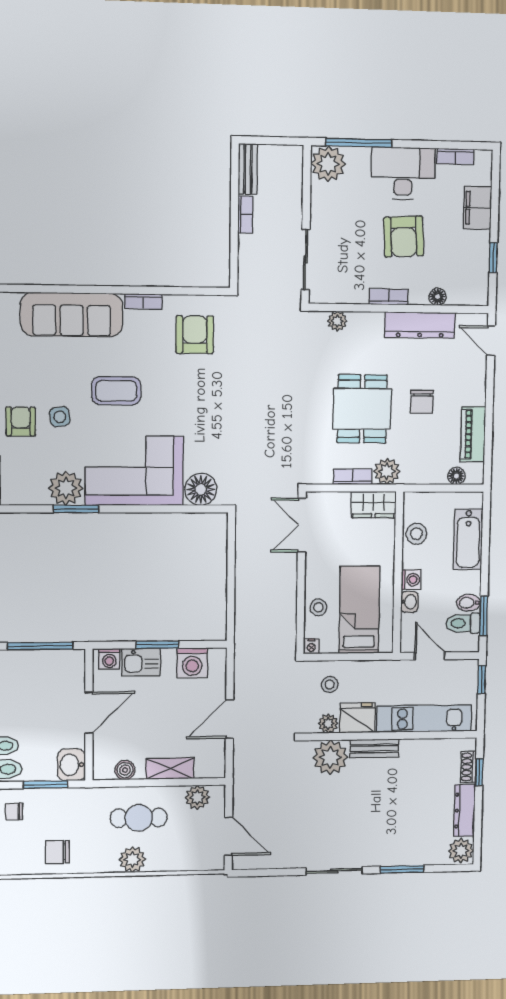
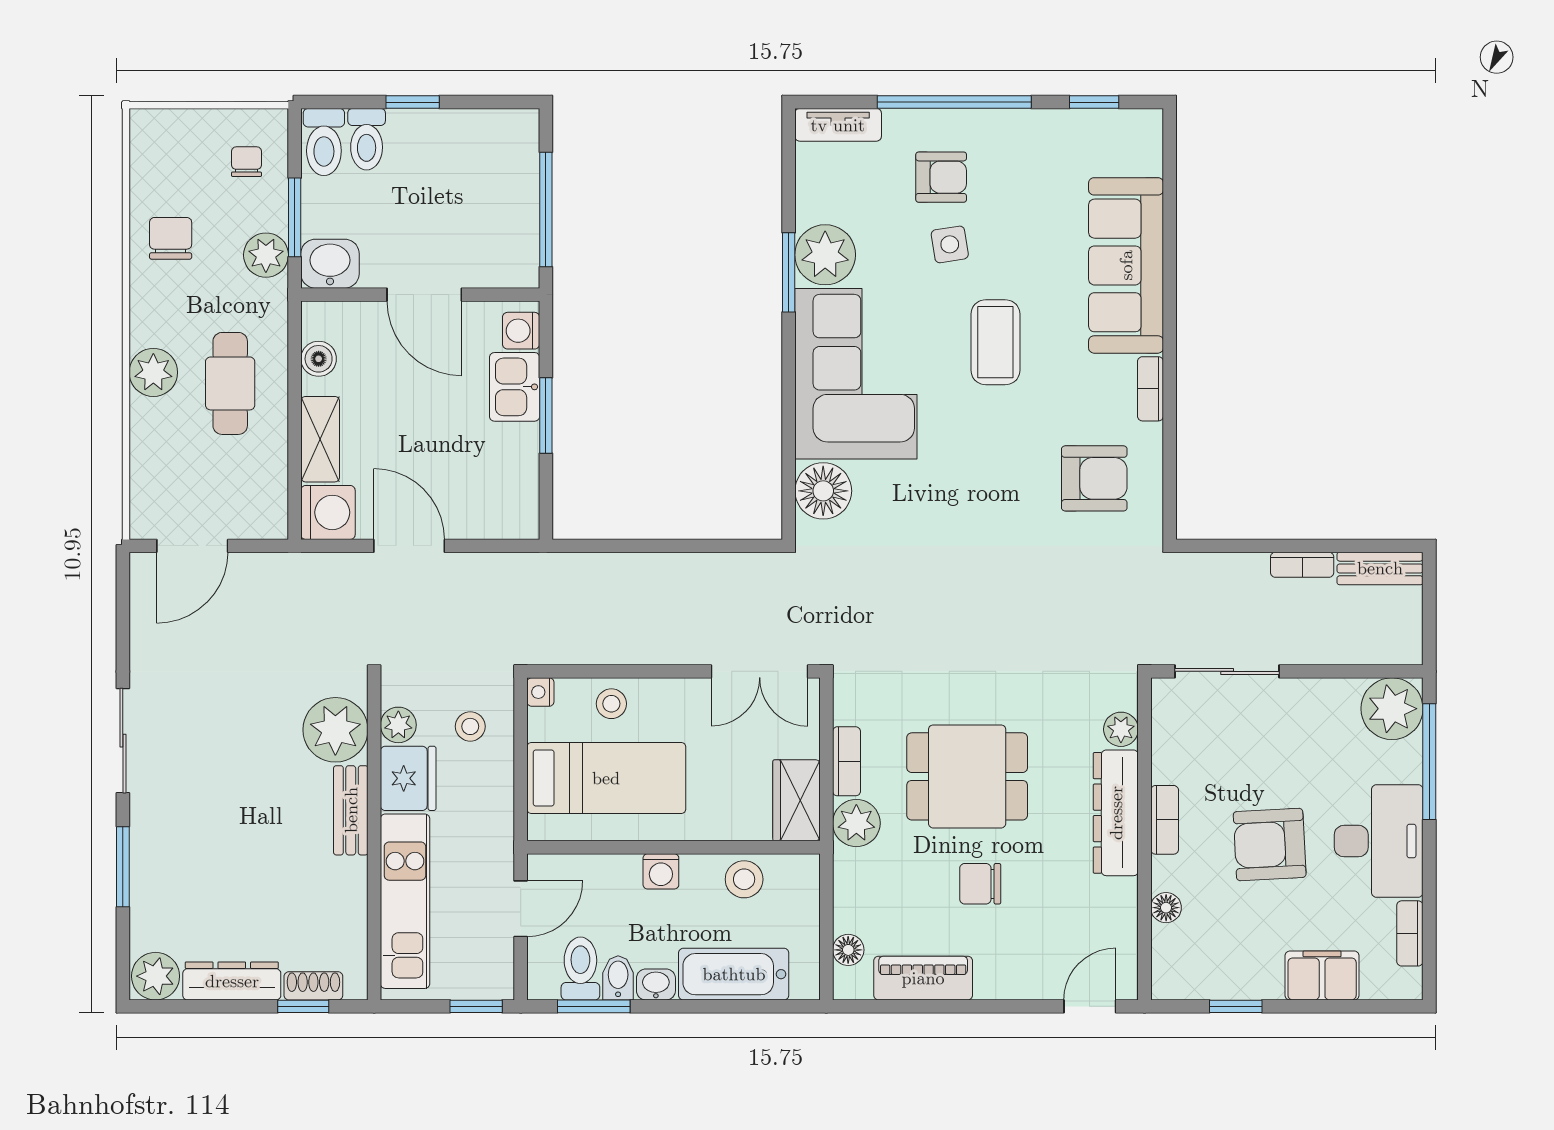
dresser: (420, 325) -> (1116, 813), moved
double door: (302, 525) -> (760, 671), swing flipped
washbasin: (409, 602) -> (656, 984), moved, turned 180
washing machine: (192, 663) -> (328, 512), moved, turned 180
plant: (197, 797) -> (266, 255), moved

